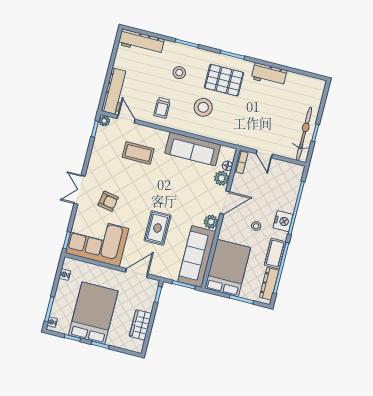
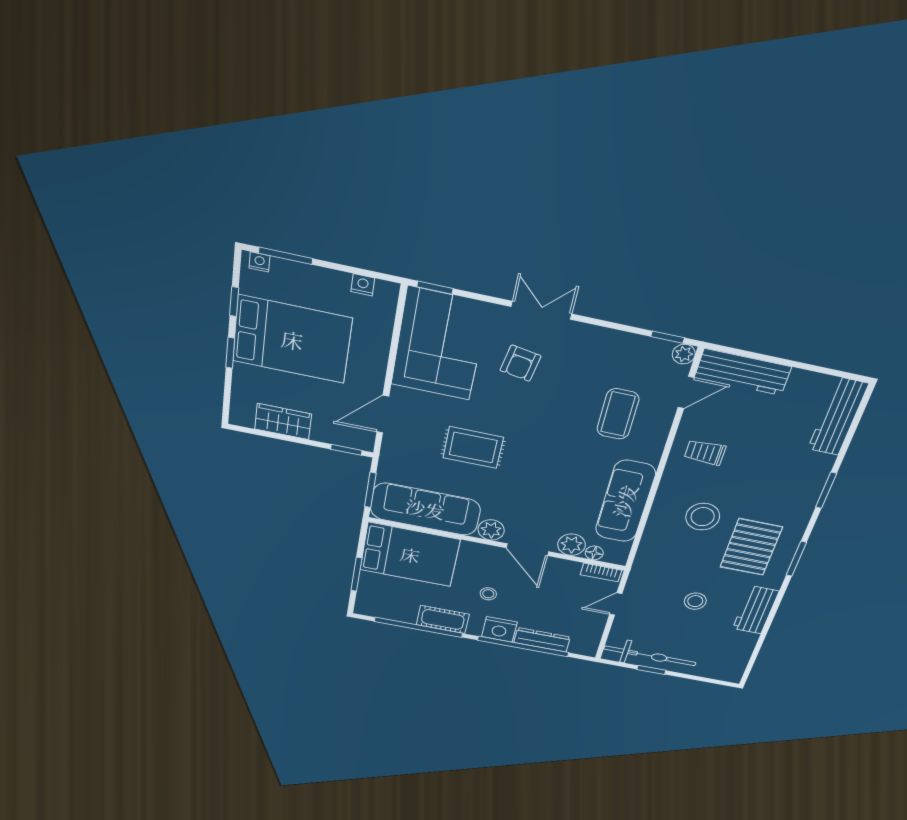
stool: (179, 73) -> (695, 601), moved
door: (137, 273) -> (383, 414), swing flipped
dresser: (269, 284) -> (542, 640), moved

